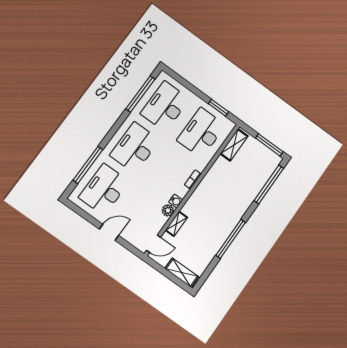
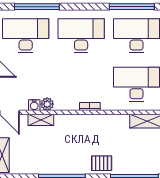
water cooler: (176, 201) -> (34, 105), moved
pallet: (241, 201) -> (102, 163), added

